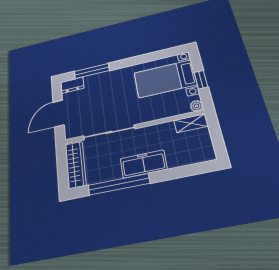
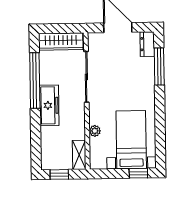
window: (201, 80) -> (138, 173), moved
plant: (196, 106) -> (95, 131), moved
window: (217, 139) -> (59, 174), added

